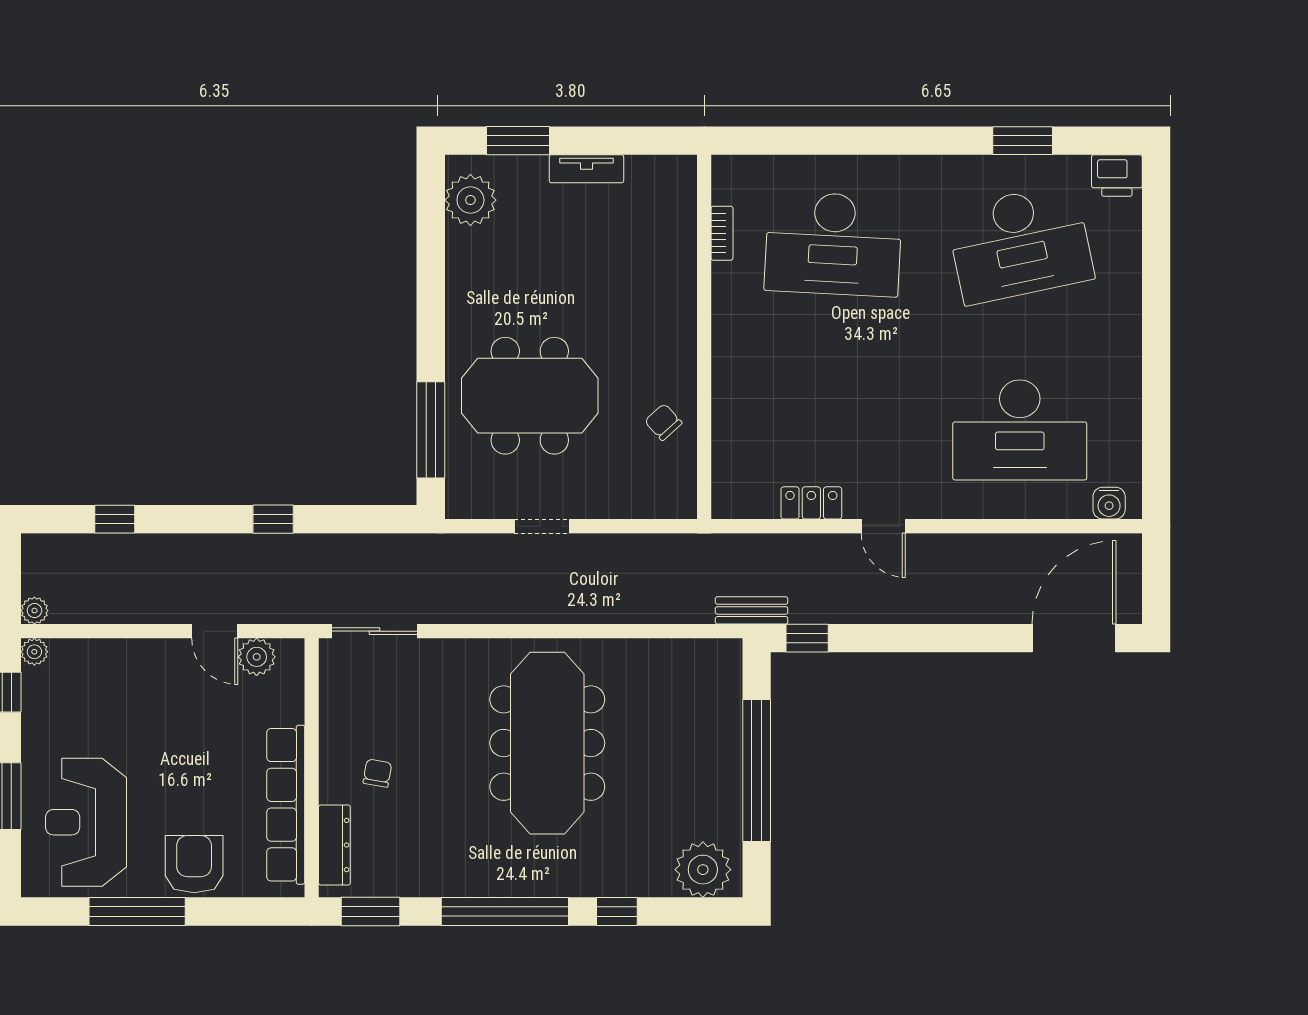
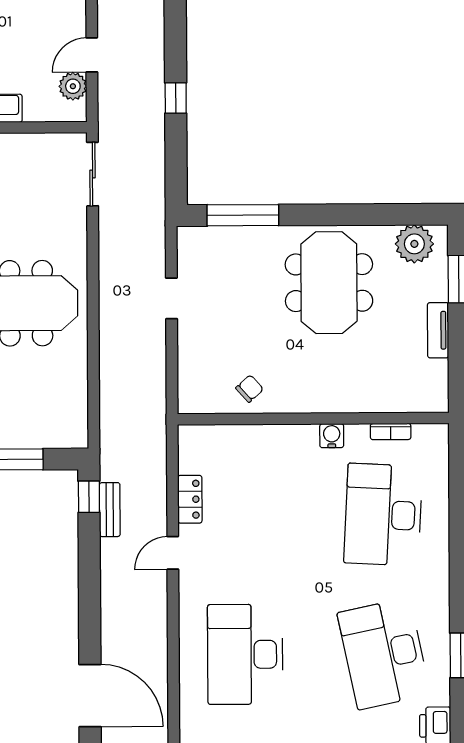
meeting table: (530, 396) -> (329, 283), moved
water cooler: (1109, 503) -> (332, 436), moved, turned 90
bench: (752, 610) -> (110, 510), moved

